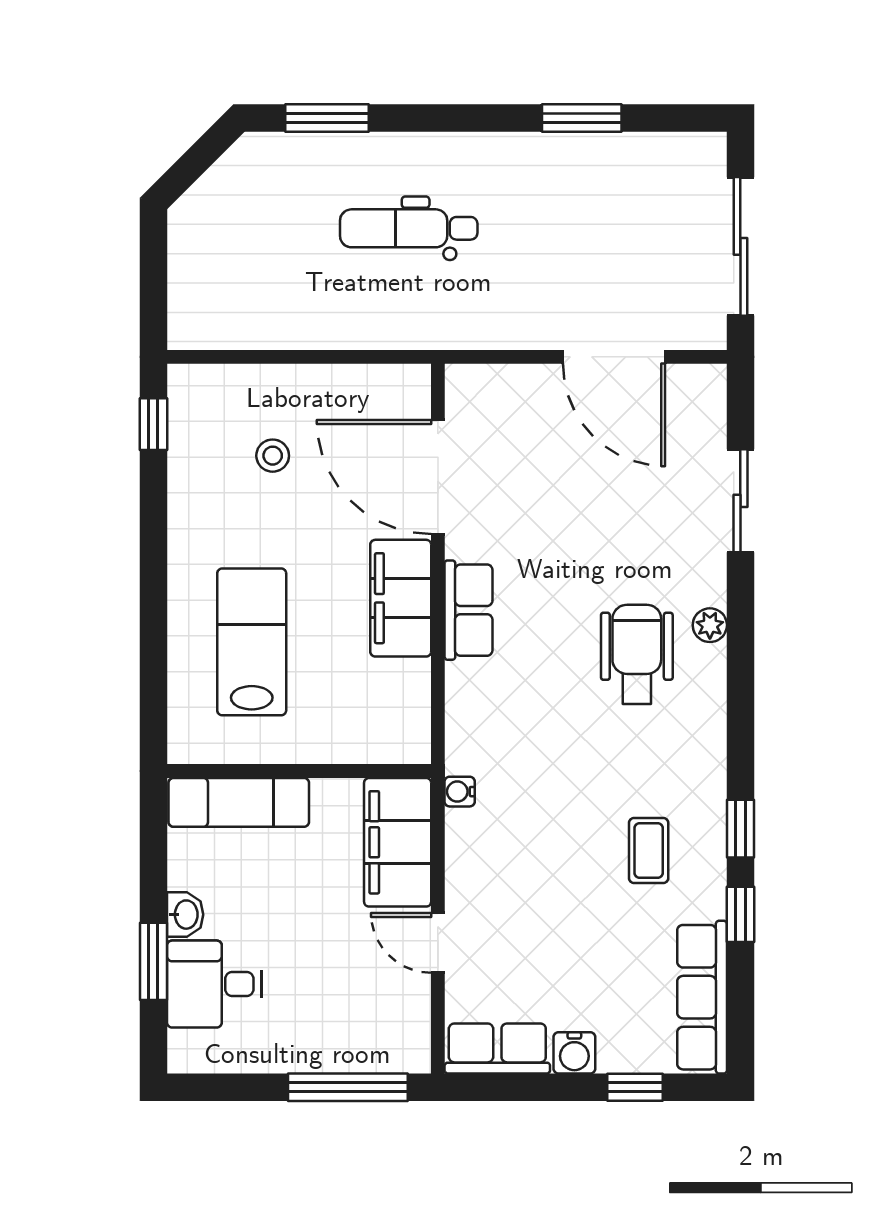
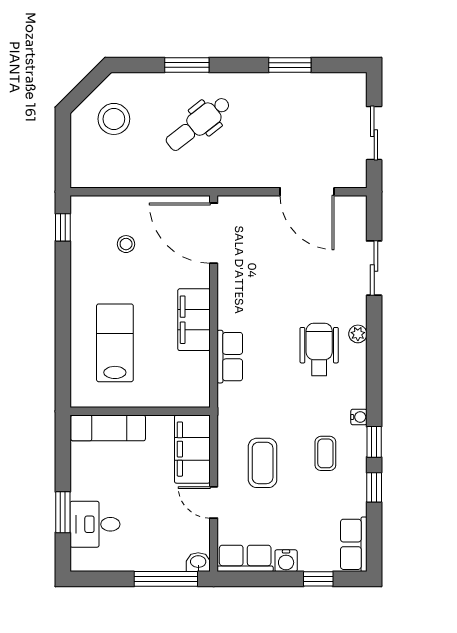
window: (327, 118) -> (187, 65), moved
stool: (250, 220) -> (114, 119), added
dental chair: (409, 228) -> (198, 124), turned -38
sliding door: (740, 246) -> (374, 133), width x0.73
door: (438, 477) -> (214, 233), moved
row of seats: (468, 610) -> (230, 357), moved
water cooler: (460, 792) -> (359, 417), moved, turned 180
coffee table: (530, 868) -> (263, 463), added
washbasin: (185, 915) -> (198, 562), moved, turned -90
row of seats: (702, 997) -> (354, 544), width x0.68

